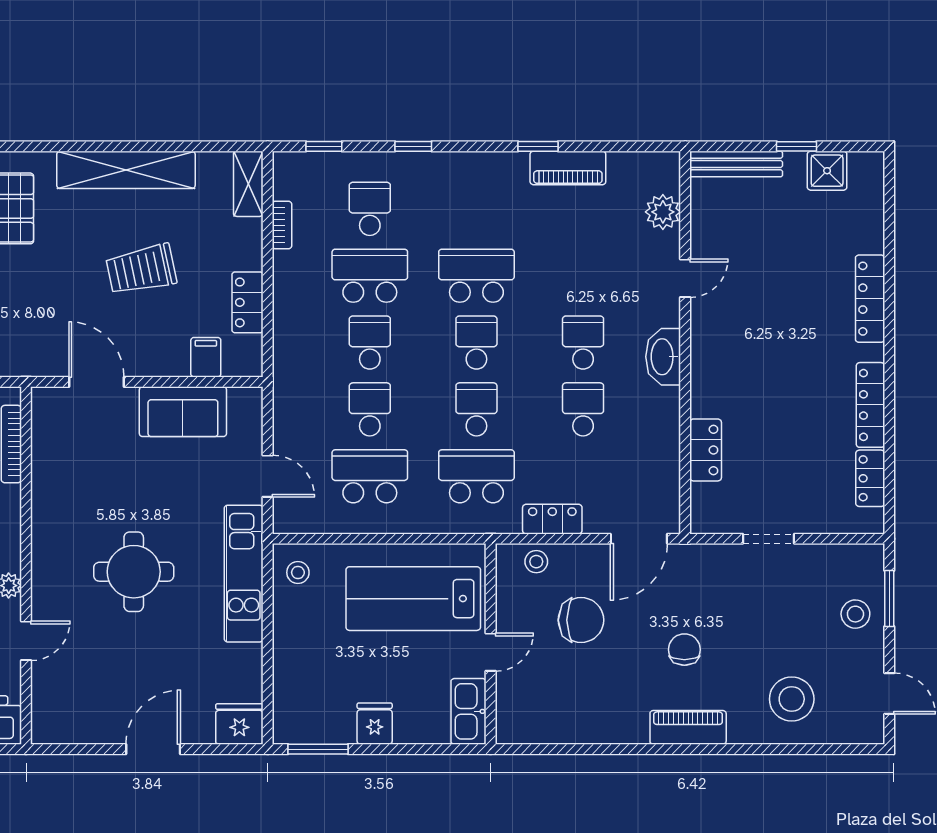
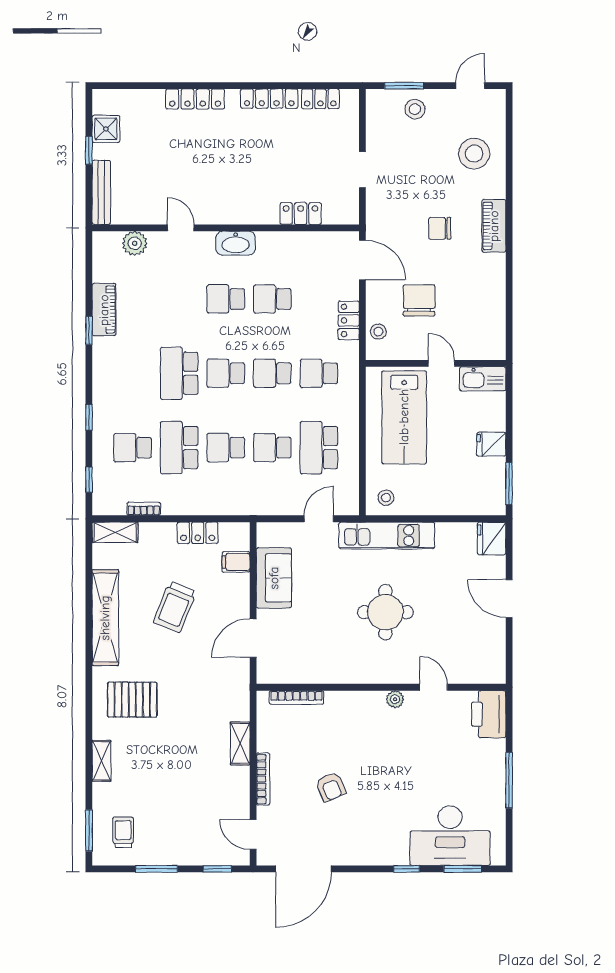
trolley: (141, 269) -> (175, 607), turned 34
school desk: (476, 476) -> (319, 373), width x0.54

